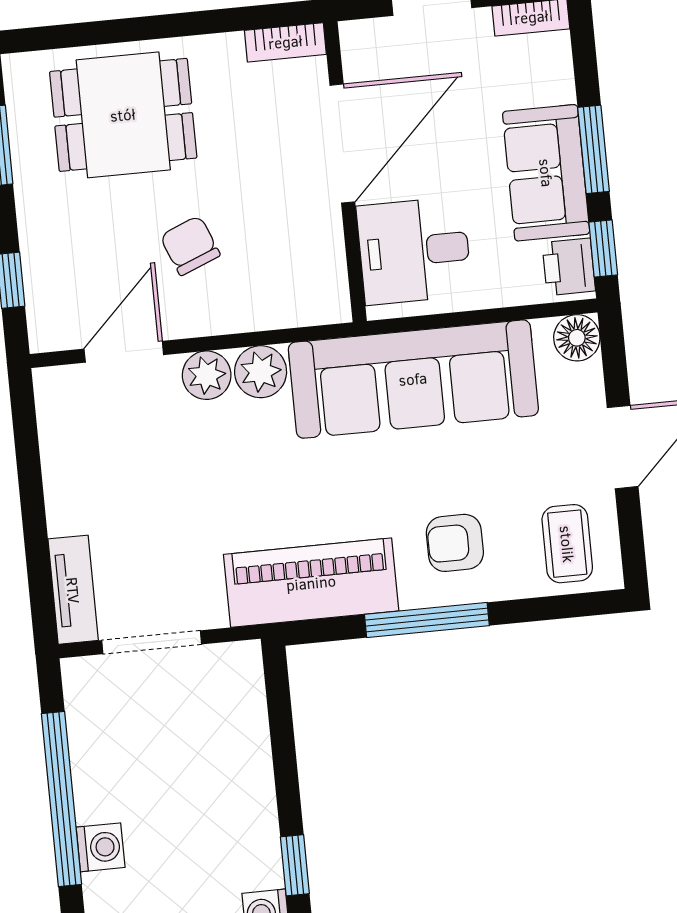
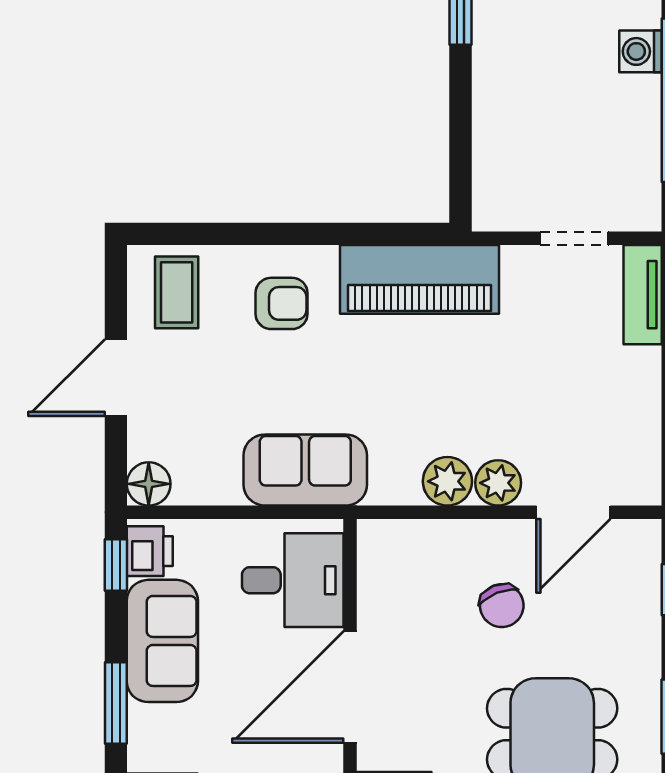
window: (593, 149) -> (116, 703), moved
sofa: (413, 379) -> (305, 470), width x0.54, depth x0.79
window: (427, 620) -> (315, 234), removed
doorway: (152, 642) -> (574, 238), width x0.73

